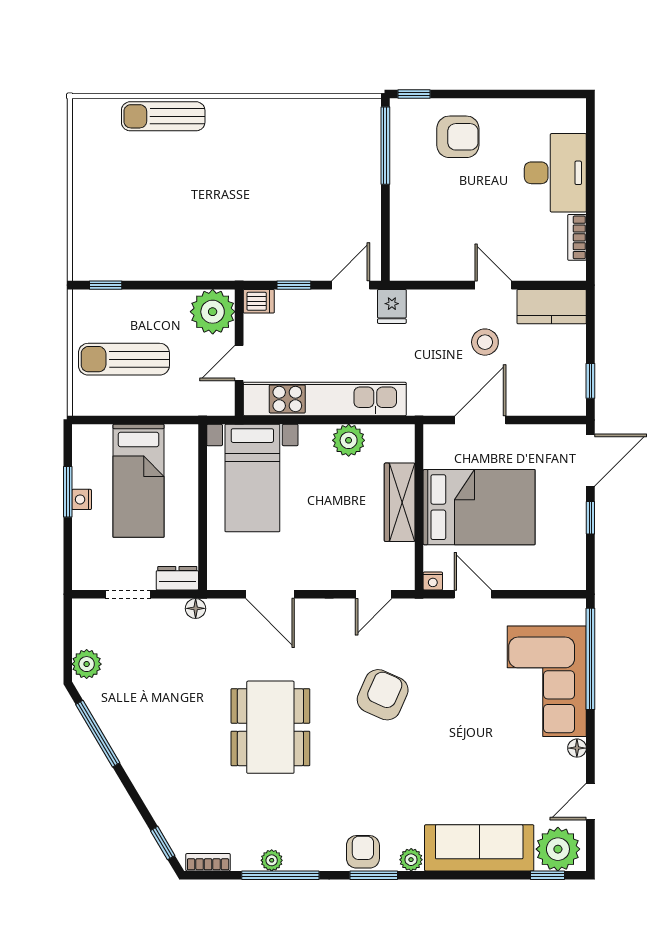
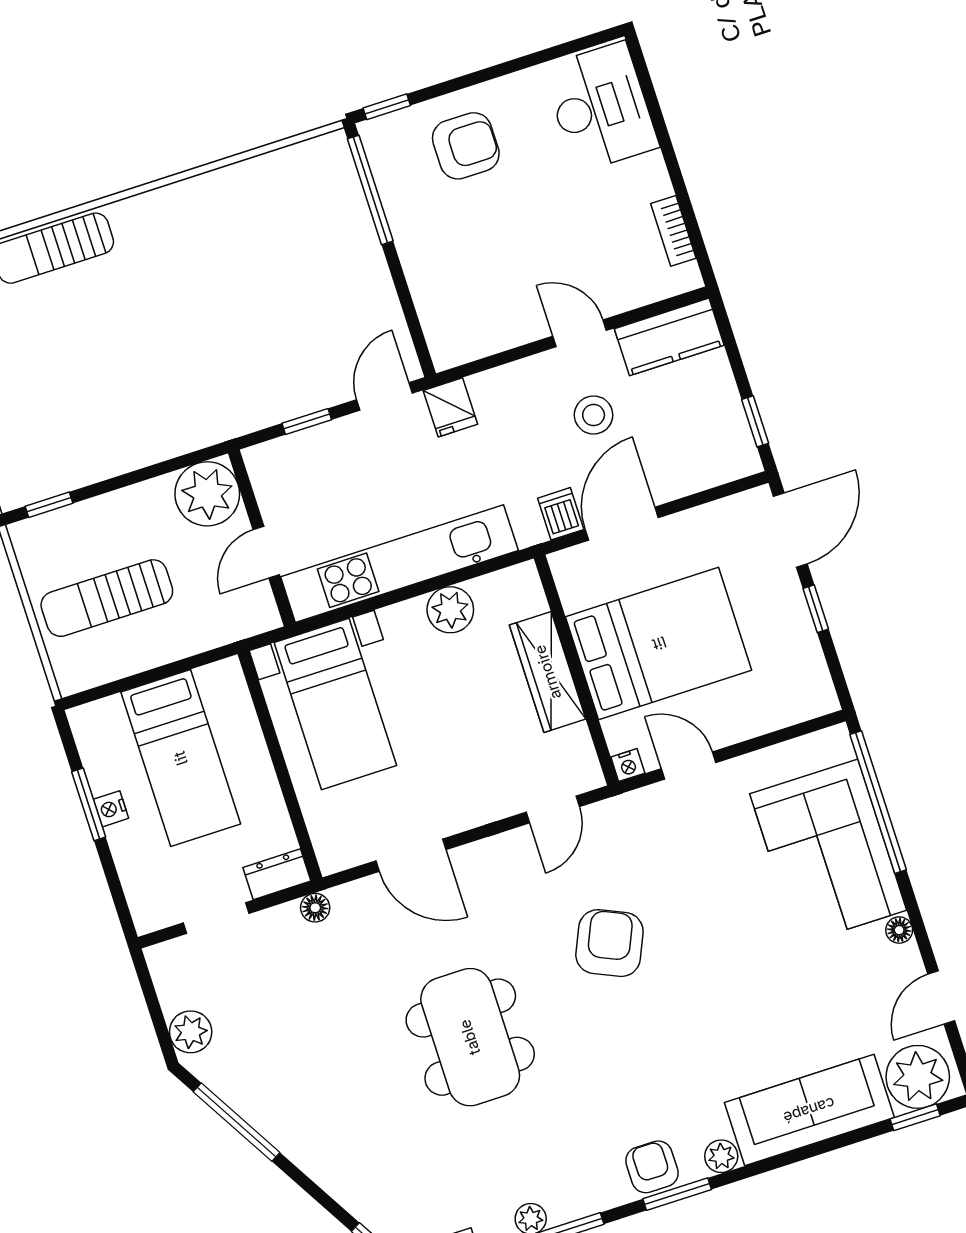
desk: (555, 173) -> (601, 107), moved
dishwasher: (259, 301) -> (561, 514), moved, turned -90

